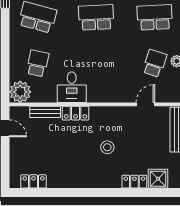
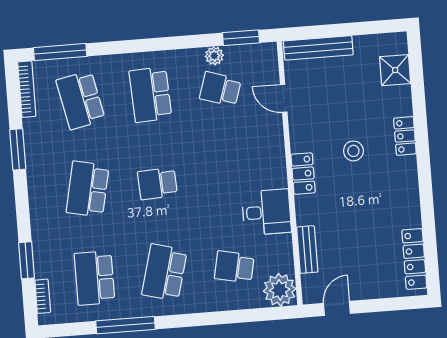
school desk: (96, 17) -> (157, 183), width x0.54
locker: (76, 113) -> (303, 174), moved
locker: (34, 181) -> (414, 259), width x1.53
locker: (134, 182) -> (405, 136), moved

